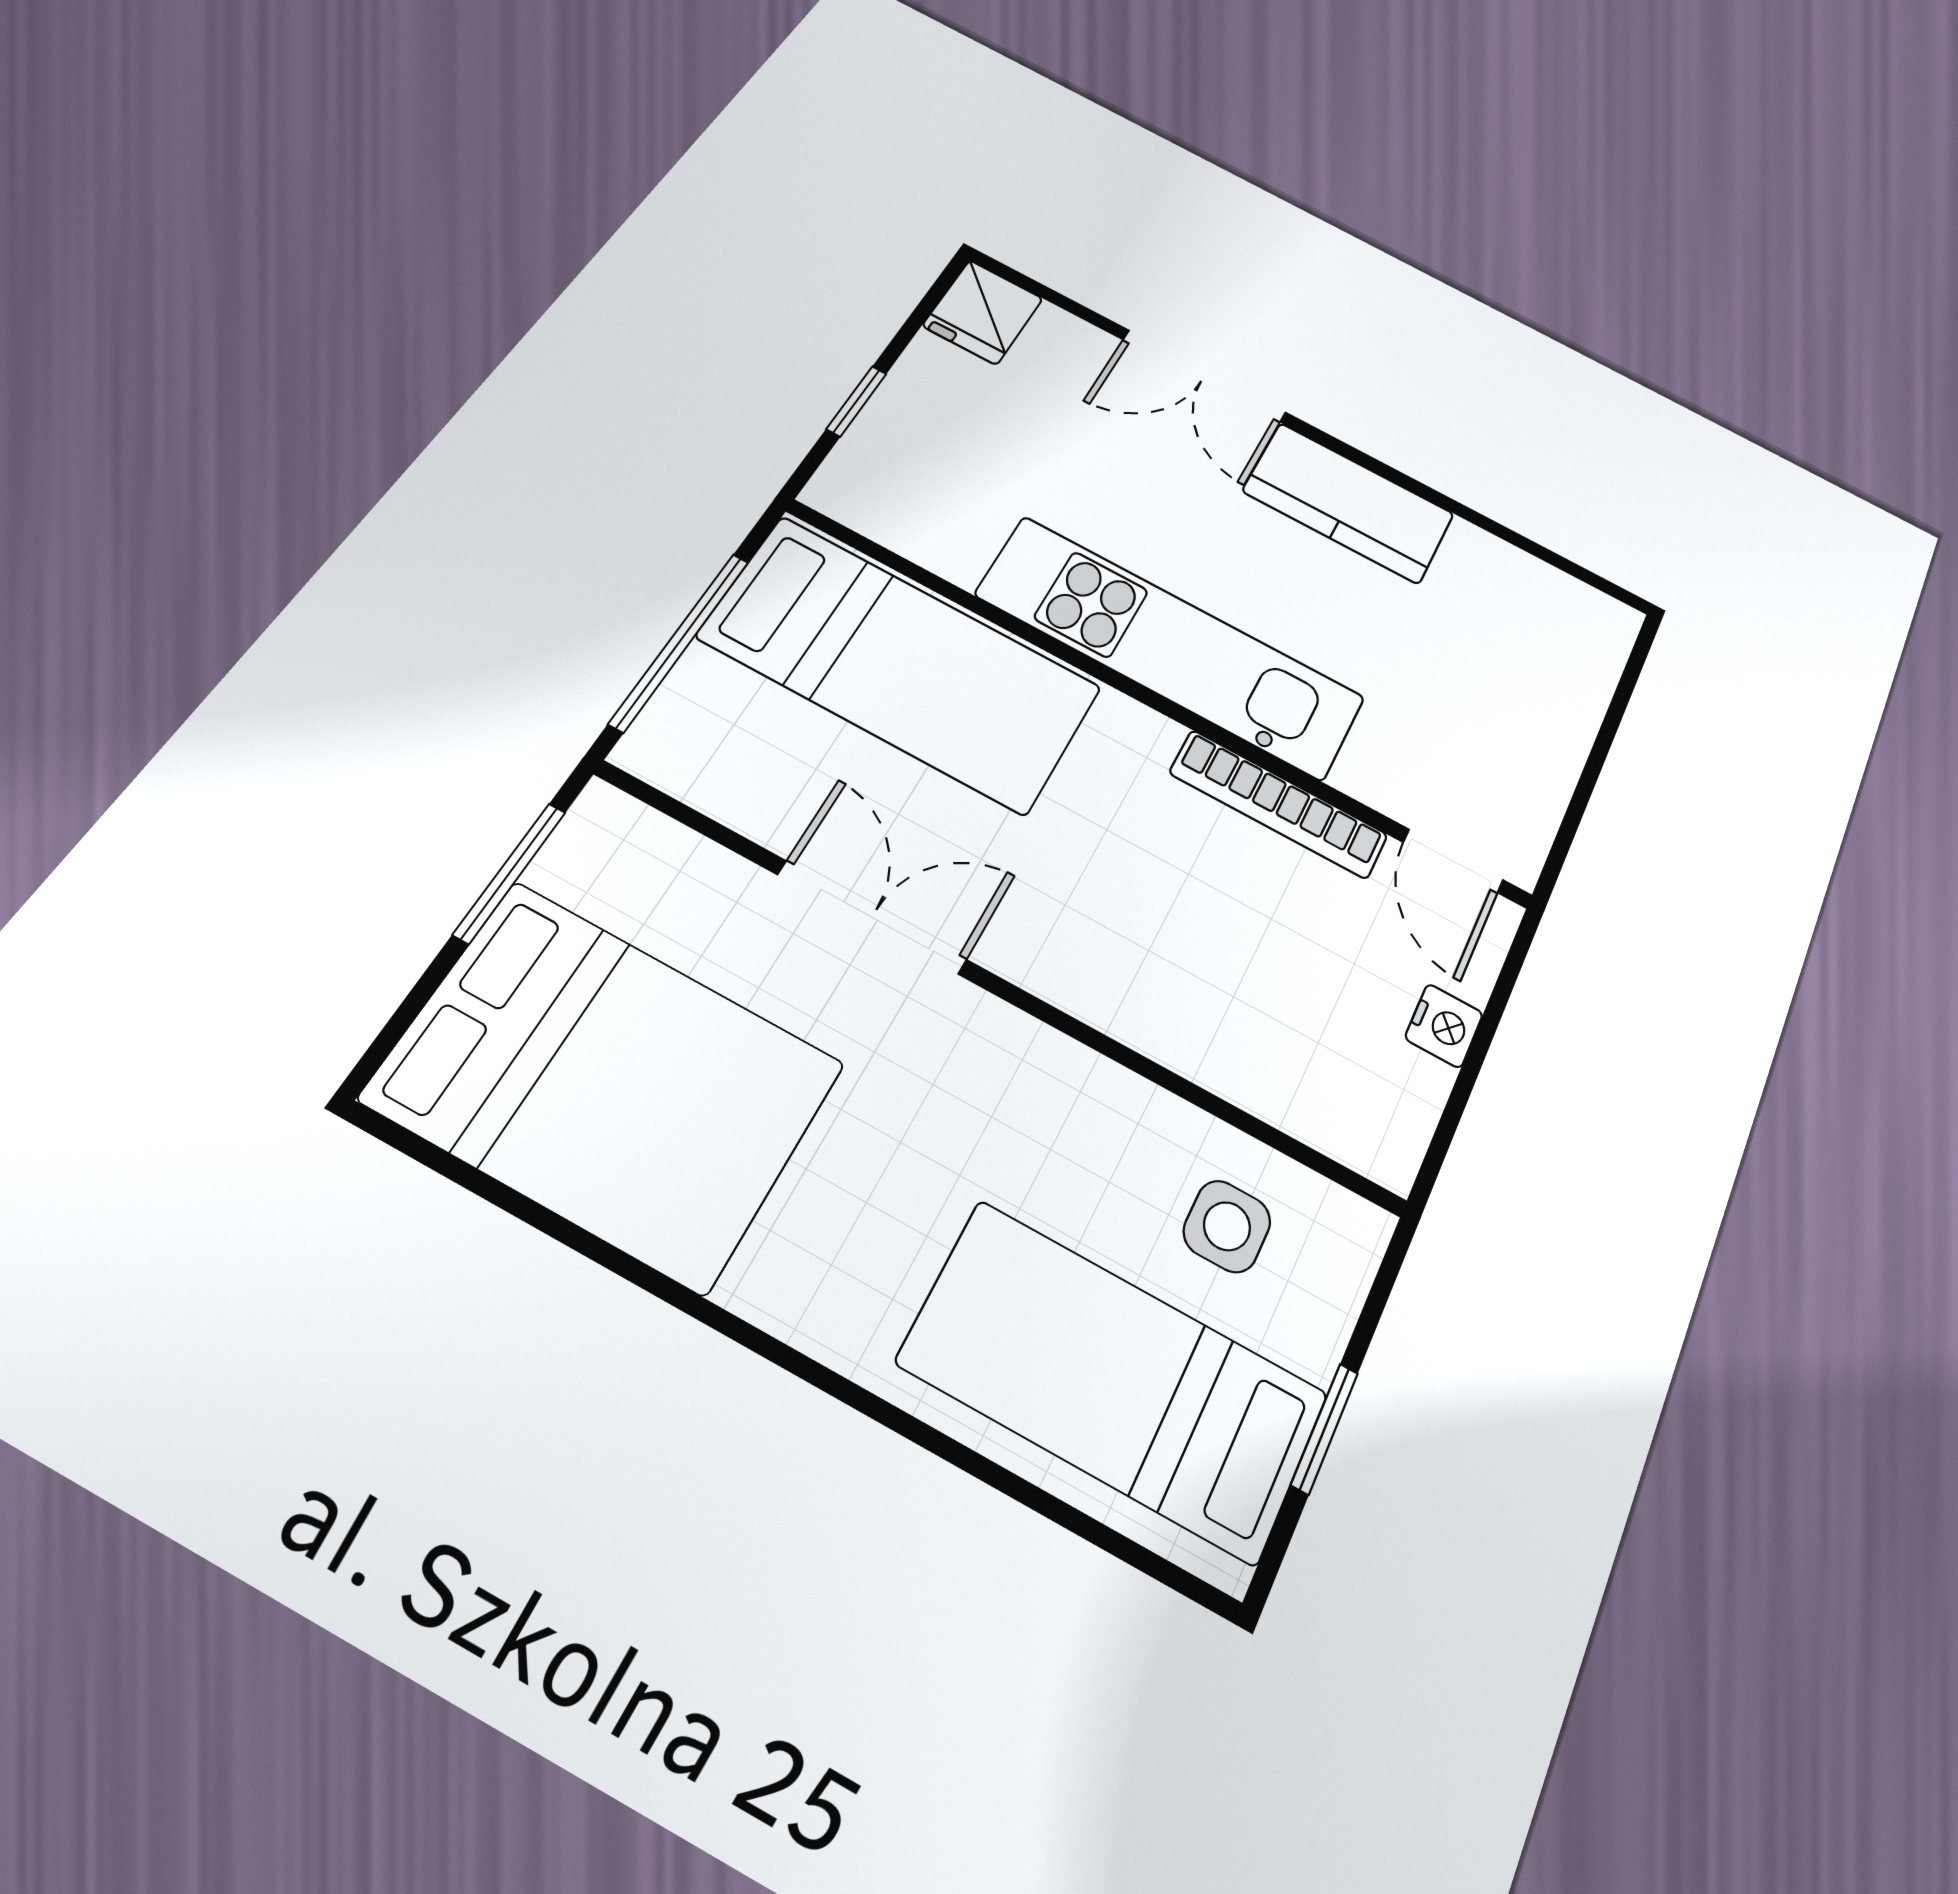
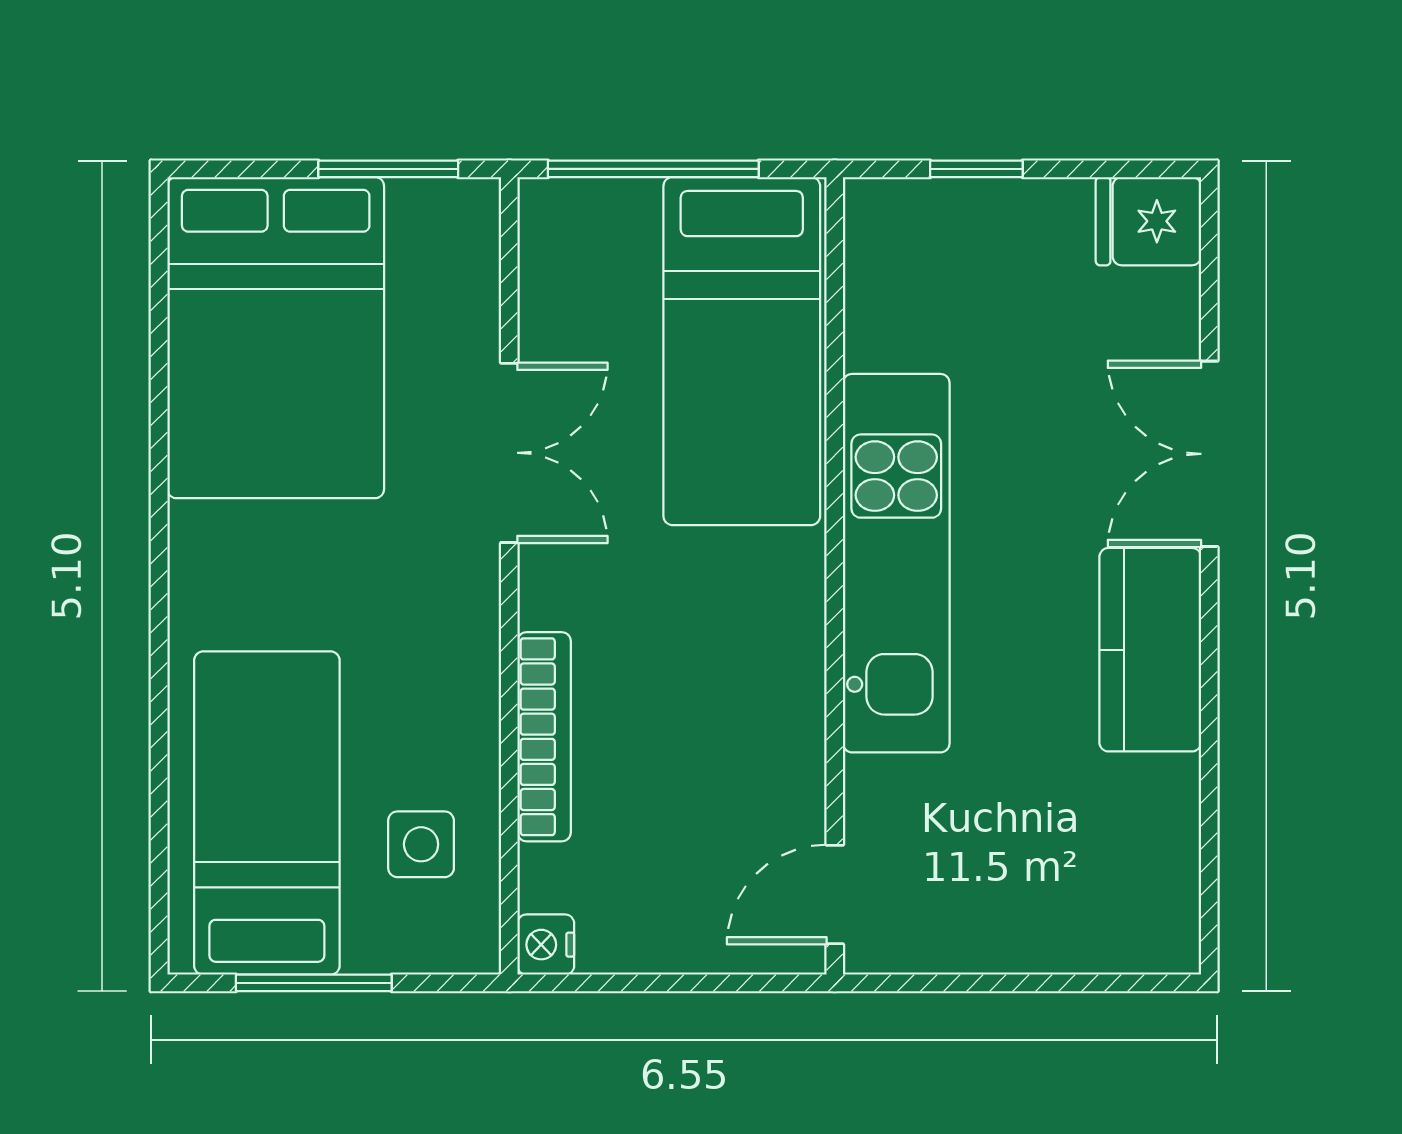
bookcase: (1278, 804) -> (544, 737), moved, turned 180
nightstand: (1444, 1026) -> (546, 945), moved, turned 90
window: (1325, 1429) -> (314, 983), width x1.50

